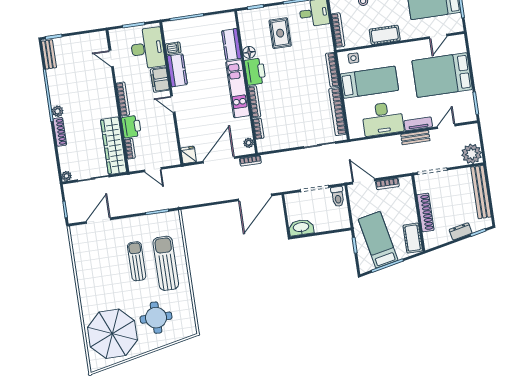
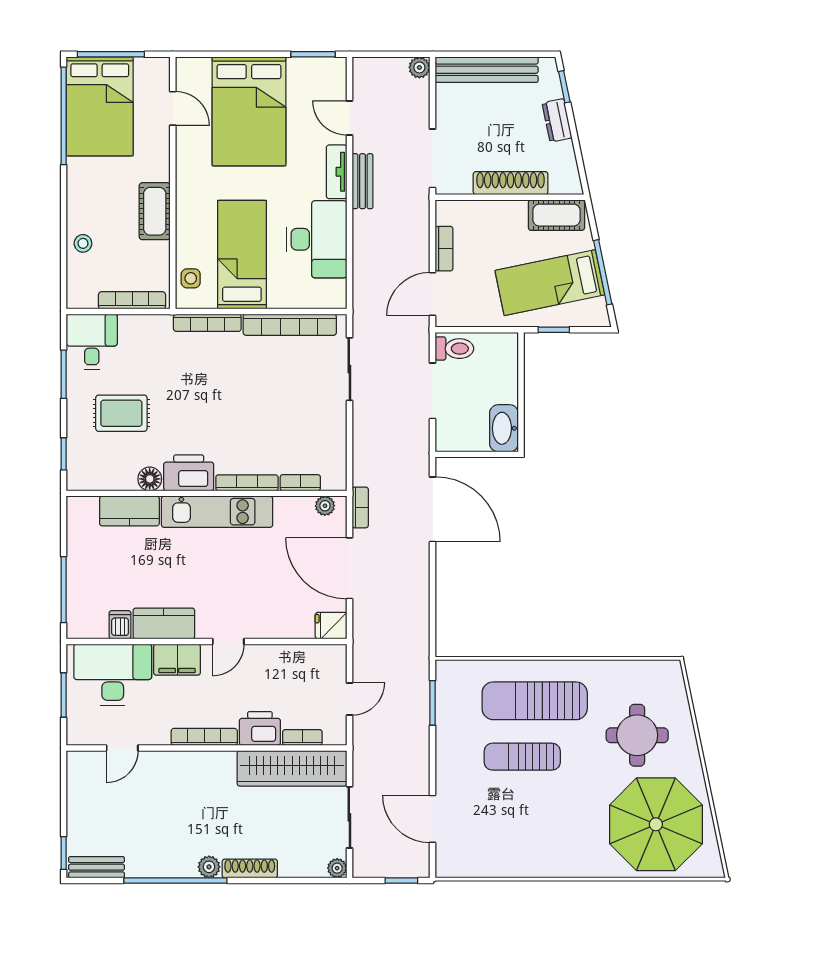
plant: (472, 154) -> (419, 67), width x0.53, depth x0.53

